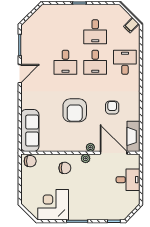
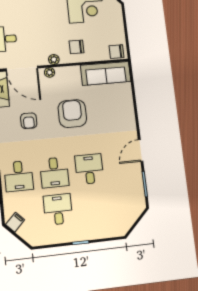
desk: (95, 62) -> (54, 172), turned 180
sofa: (30, 131) -> (106, 73), moved, turned -90

